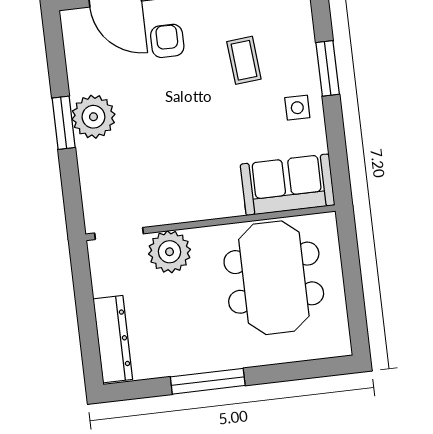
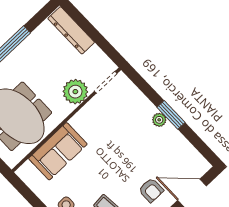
plant: (93, 117) -> (159, 120), width x0.53, depth x0.53
sofa: (288, 185) -> (58, 151), moved

